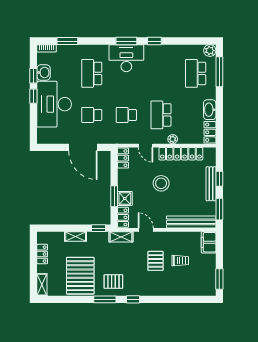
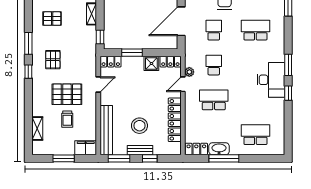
plant: (210, 51) -> (278, 149), removed
desk: (126, 58) -> (271, 80), moved
window: (219, 72) -> (224, 158), moved
plant: (173, 139) -> (189, 72), moved
stool: (161, 183) -> (139, 126), moved
bench: (211, 184) -> (140, 150), width x0.73
shower: (125, 198) -> (151, 63), moved
shelving: (121, 237) -> (37, 128), moved
pallet: (155, 261) -> (67, 94), width x1.50, depth x1.42
pallet: (80, 276) -> (52, 19), width x0.49, depth x0.50
window: (219, 279) -> (64, 158), moved
pallet: (113, 281) -> (53, 60), moved

